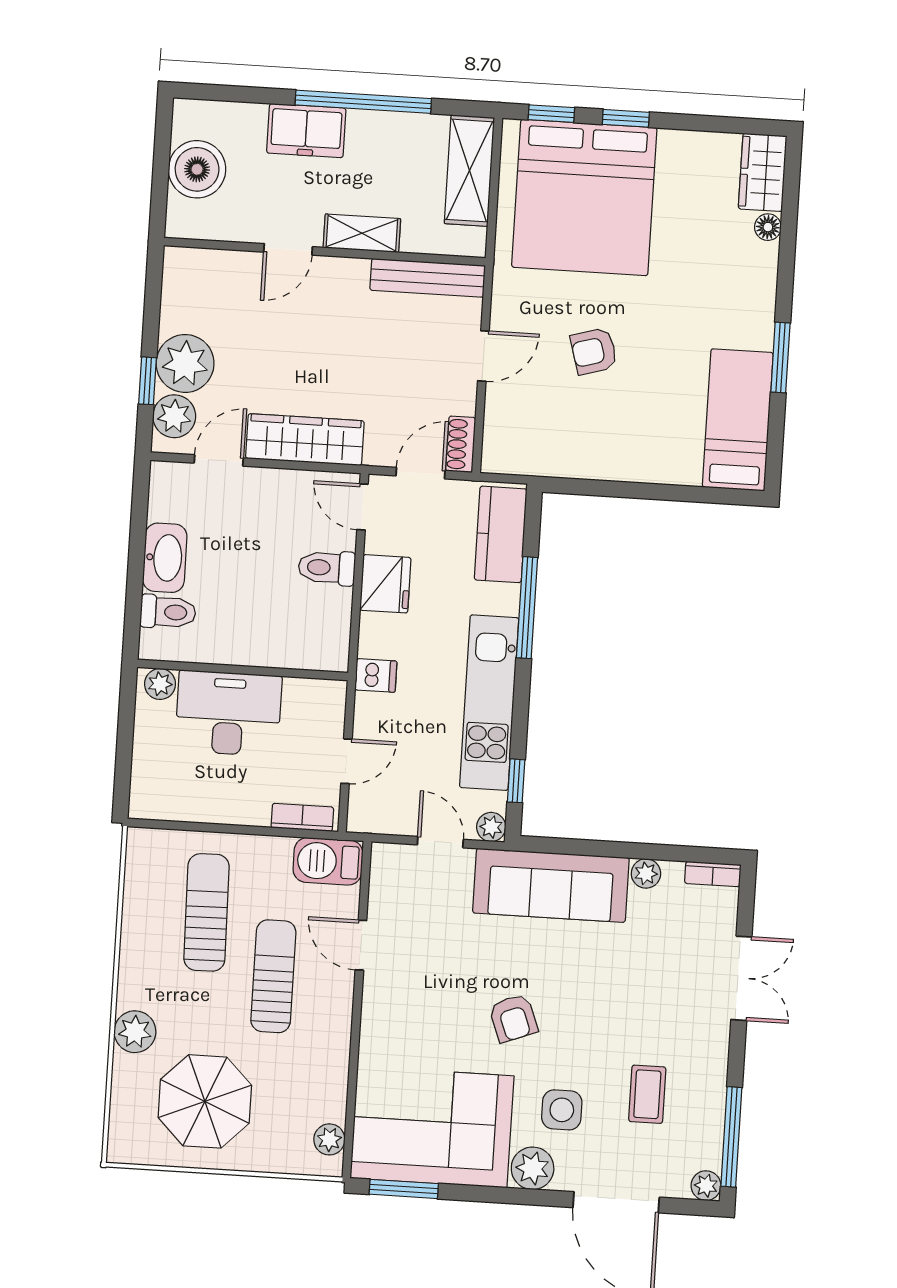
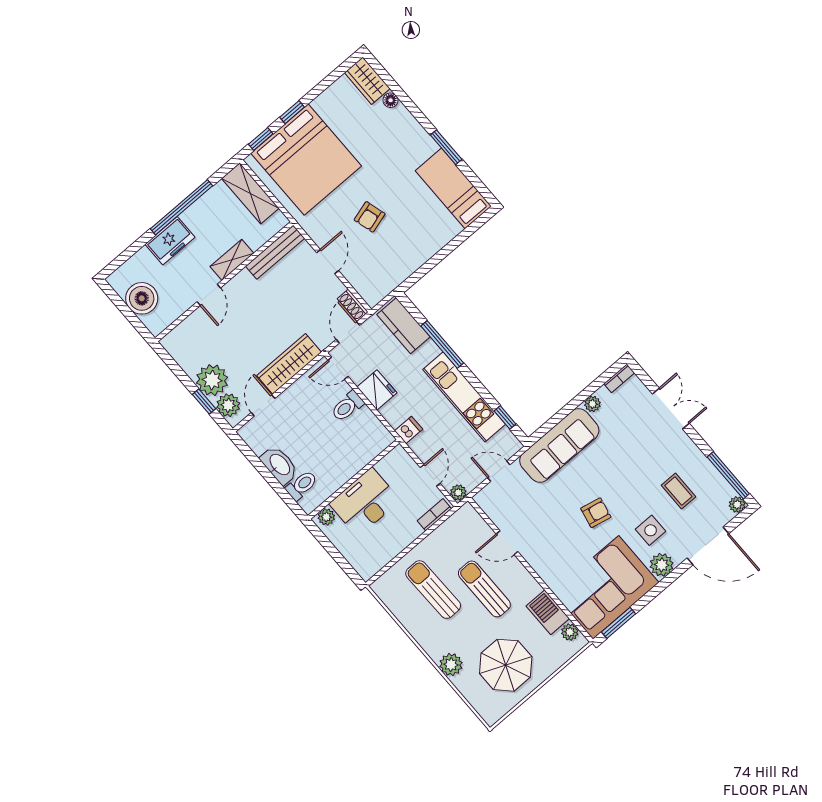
plant: (491, 827) -> (458, 493), moved
barbecue: (328, 861) -> (548, 612), moved, turned 90
armchair: (513, 1018) -> (596, 513), turned -57

